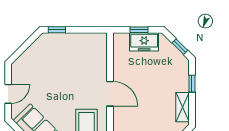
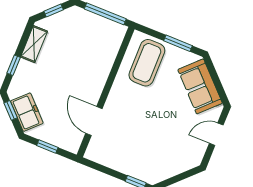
freezer: (144, 42) -> (27, 112), moved, turned 45
door: (110, 94) -> (94, 121), moved

